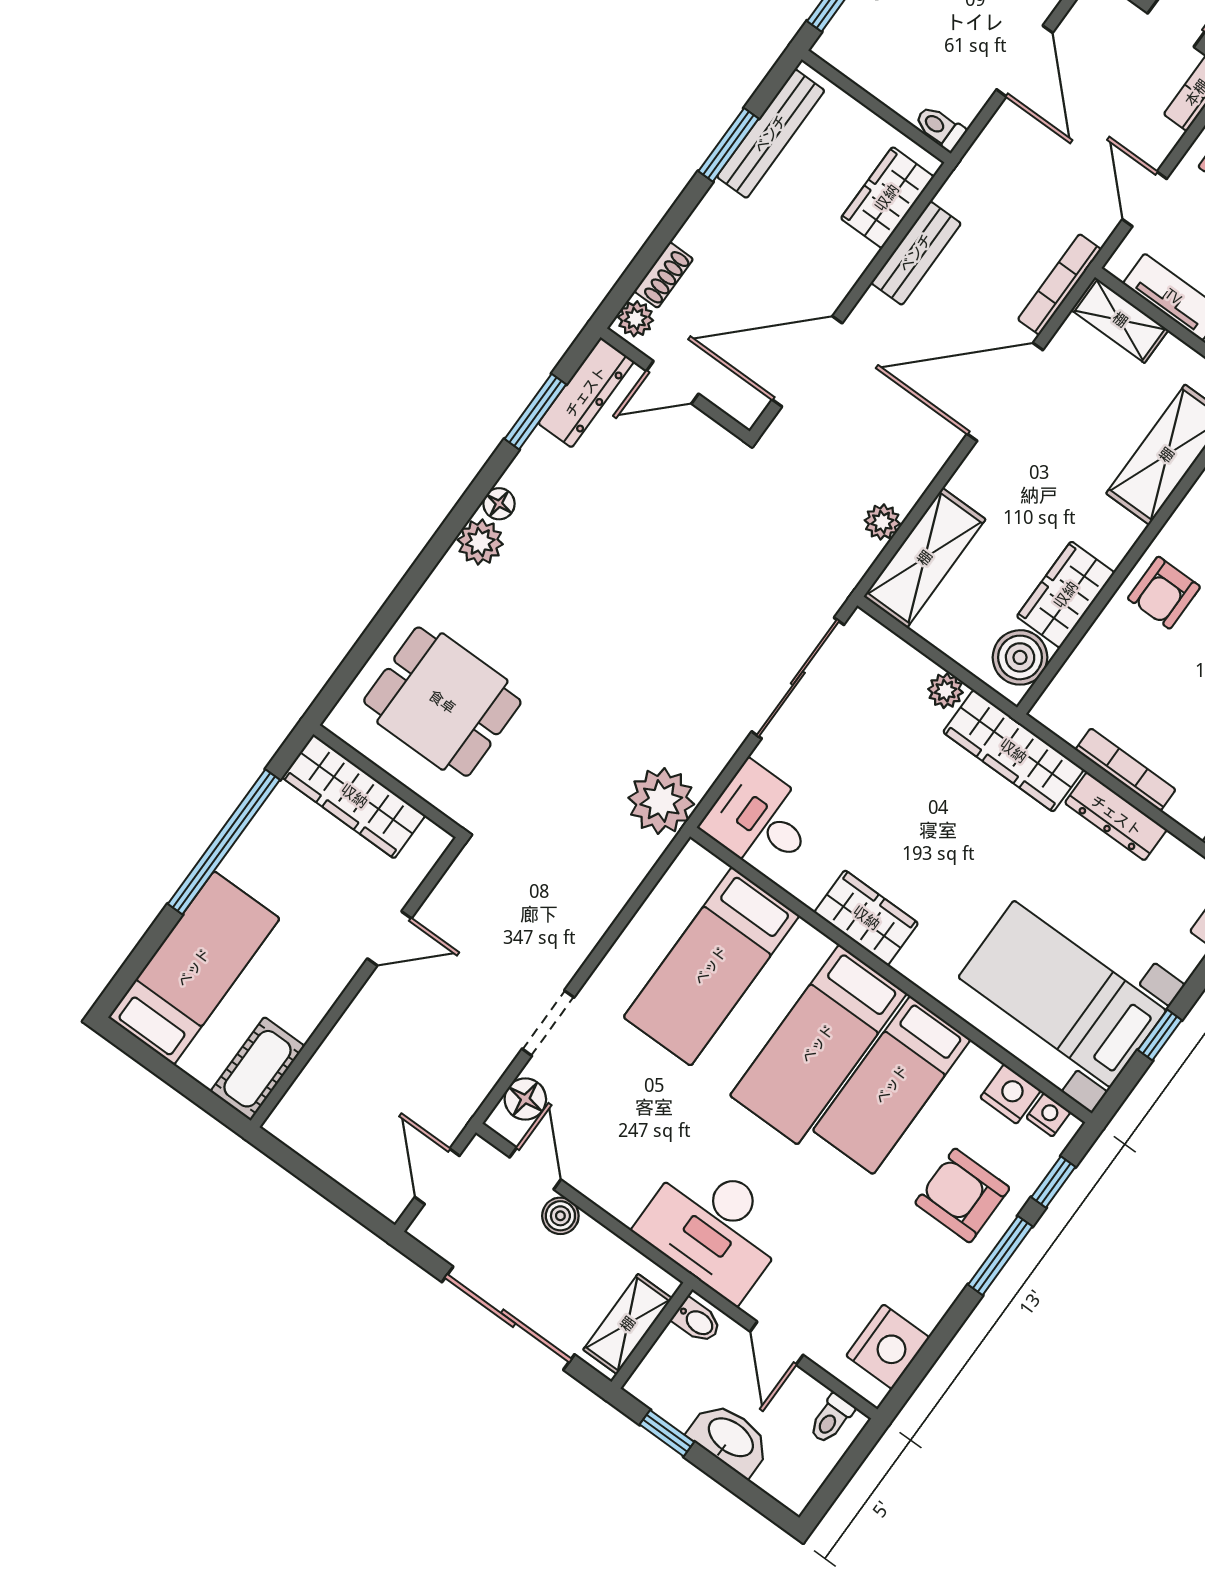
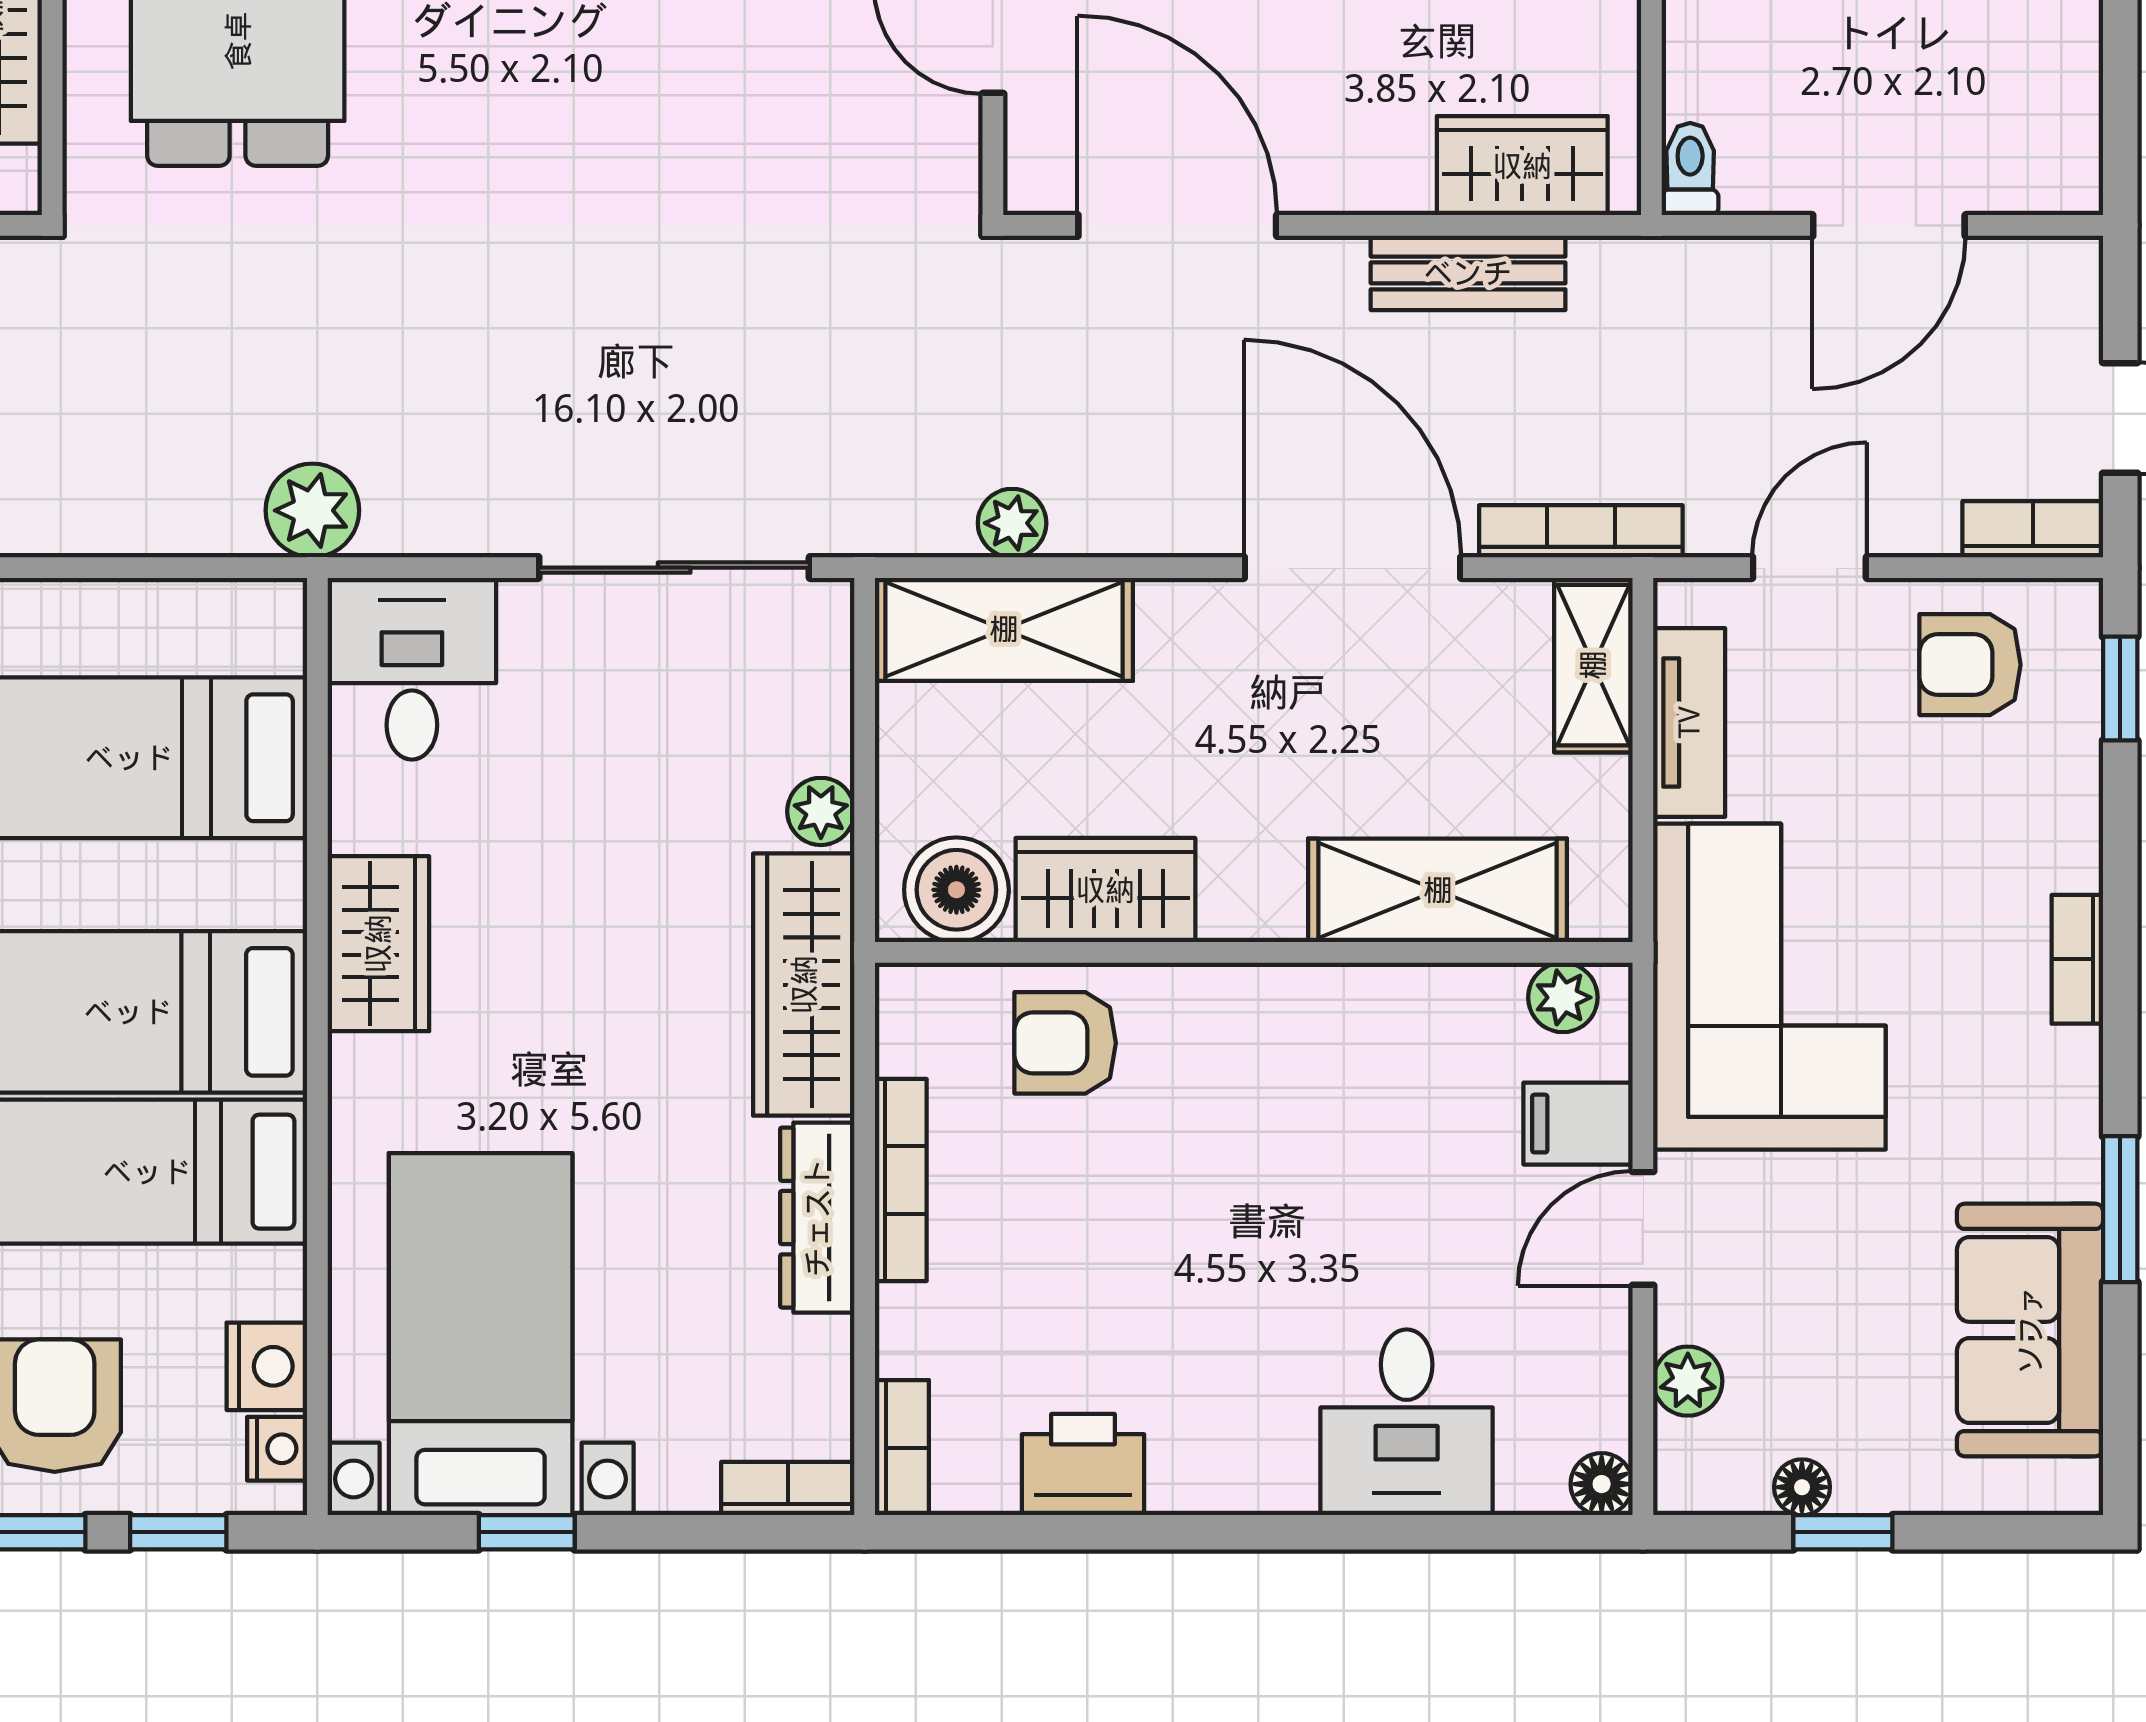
armchair: (1164, 593) -> (1065, 1043), moved
plant: (661, 801) -> (312, 510), width x0.73, depth x0.73

